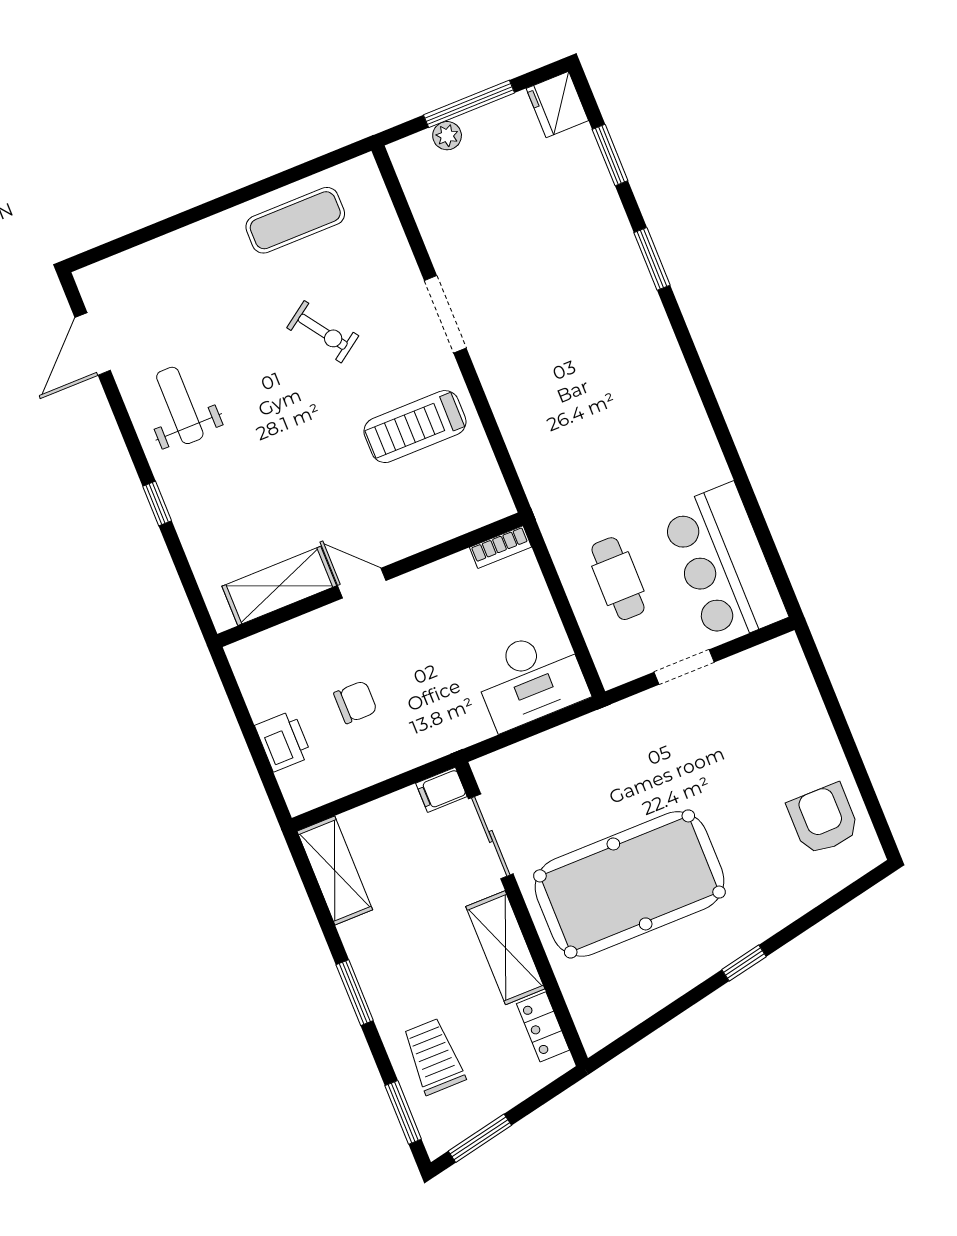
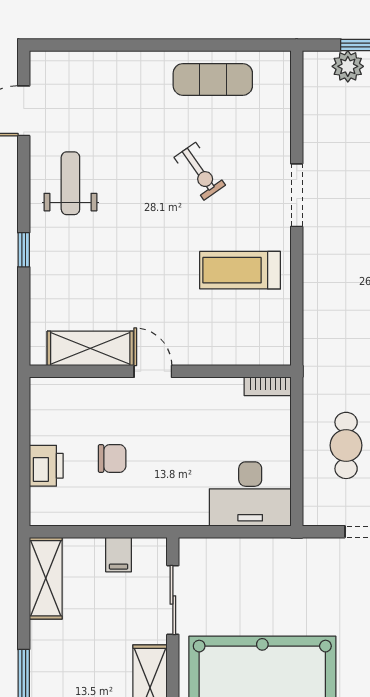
plant: (447, 136) -> (348, 66), width x1.38, depth x1.38
filing cabinet: (441, 790) -> (119, 555), moved, turned -90

